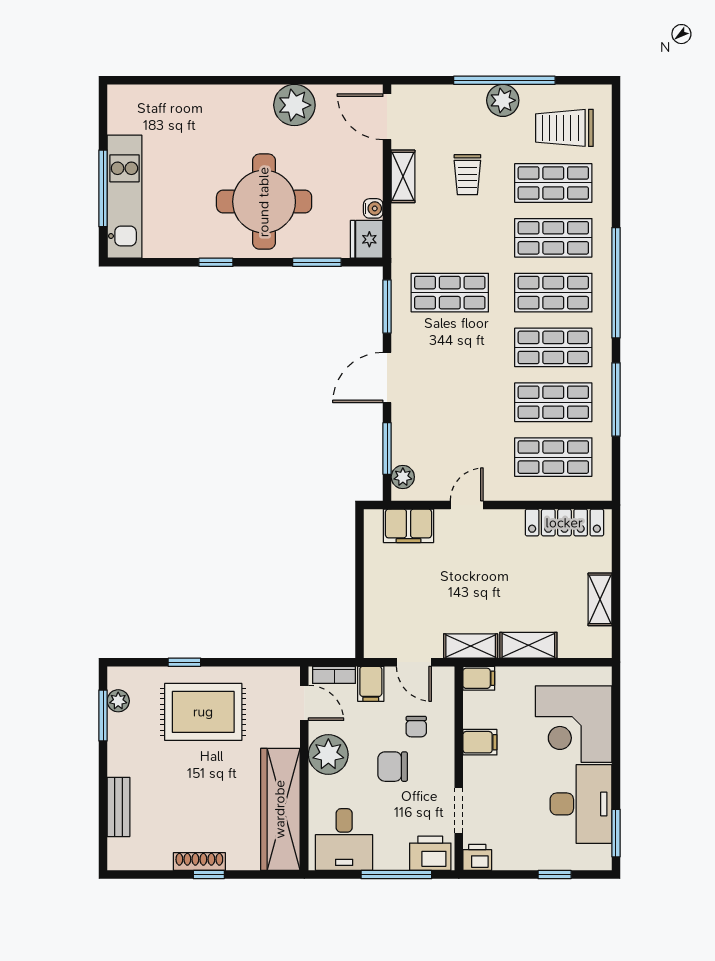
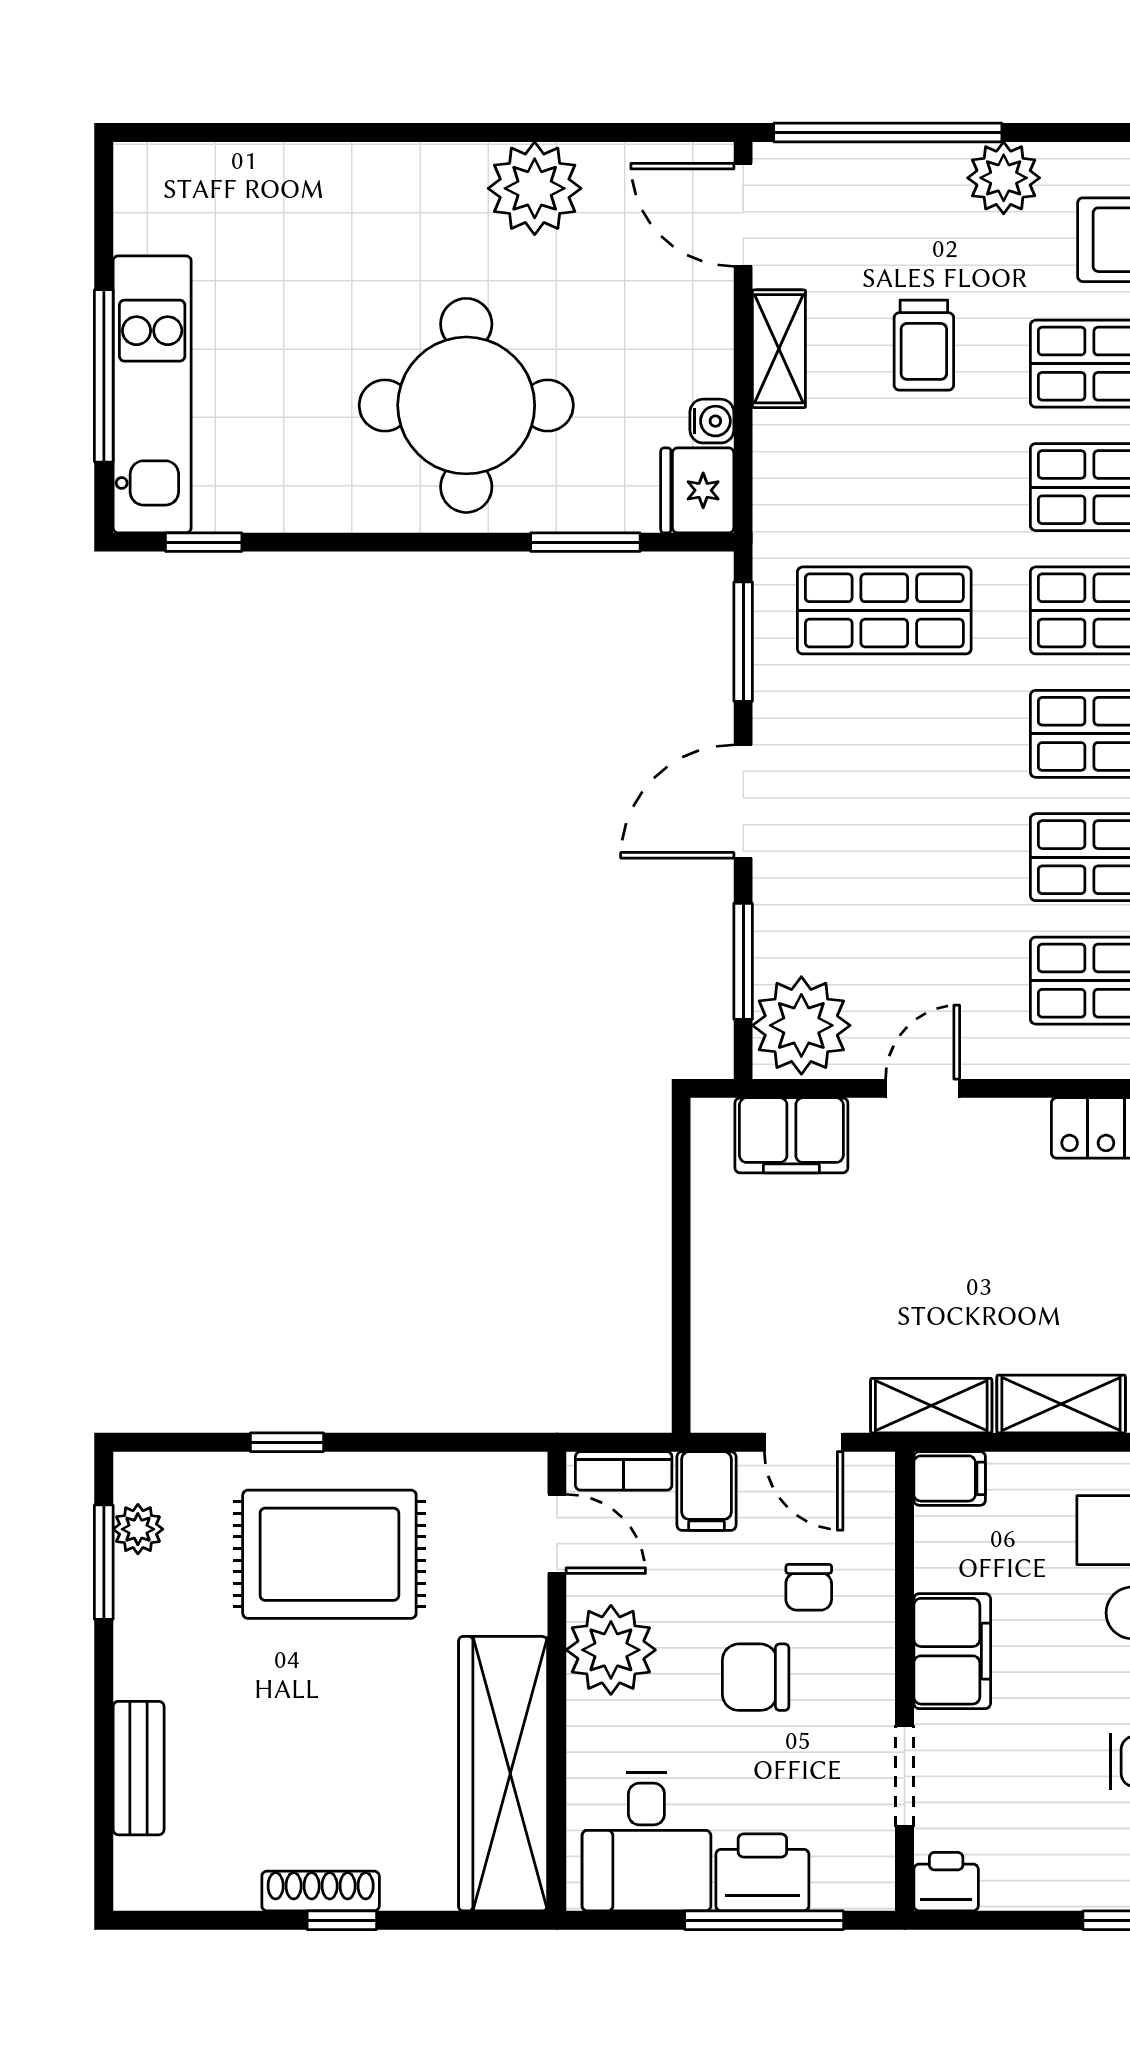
window: (504, 80) -> (888, 132), moved
window: (216, 262) -> (204, 542), moved
plant: (403, 477) -> (801, 1025), width x1.88, depth x1.88
filing cabinet: (480, 742) -> (952, 1651), width x2.00
printer: (430, 853) -> (762, 1872), moved

